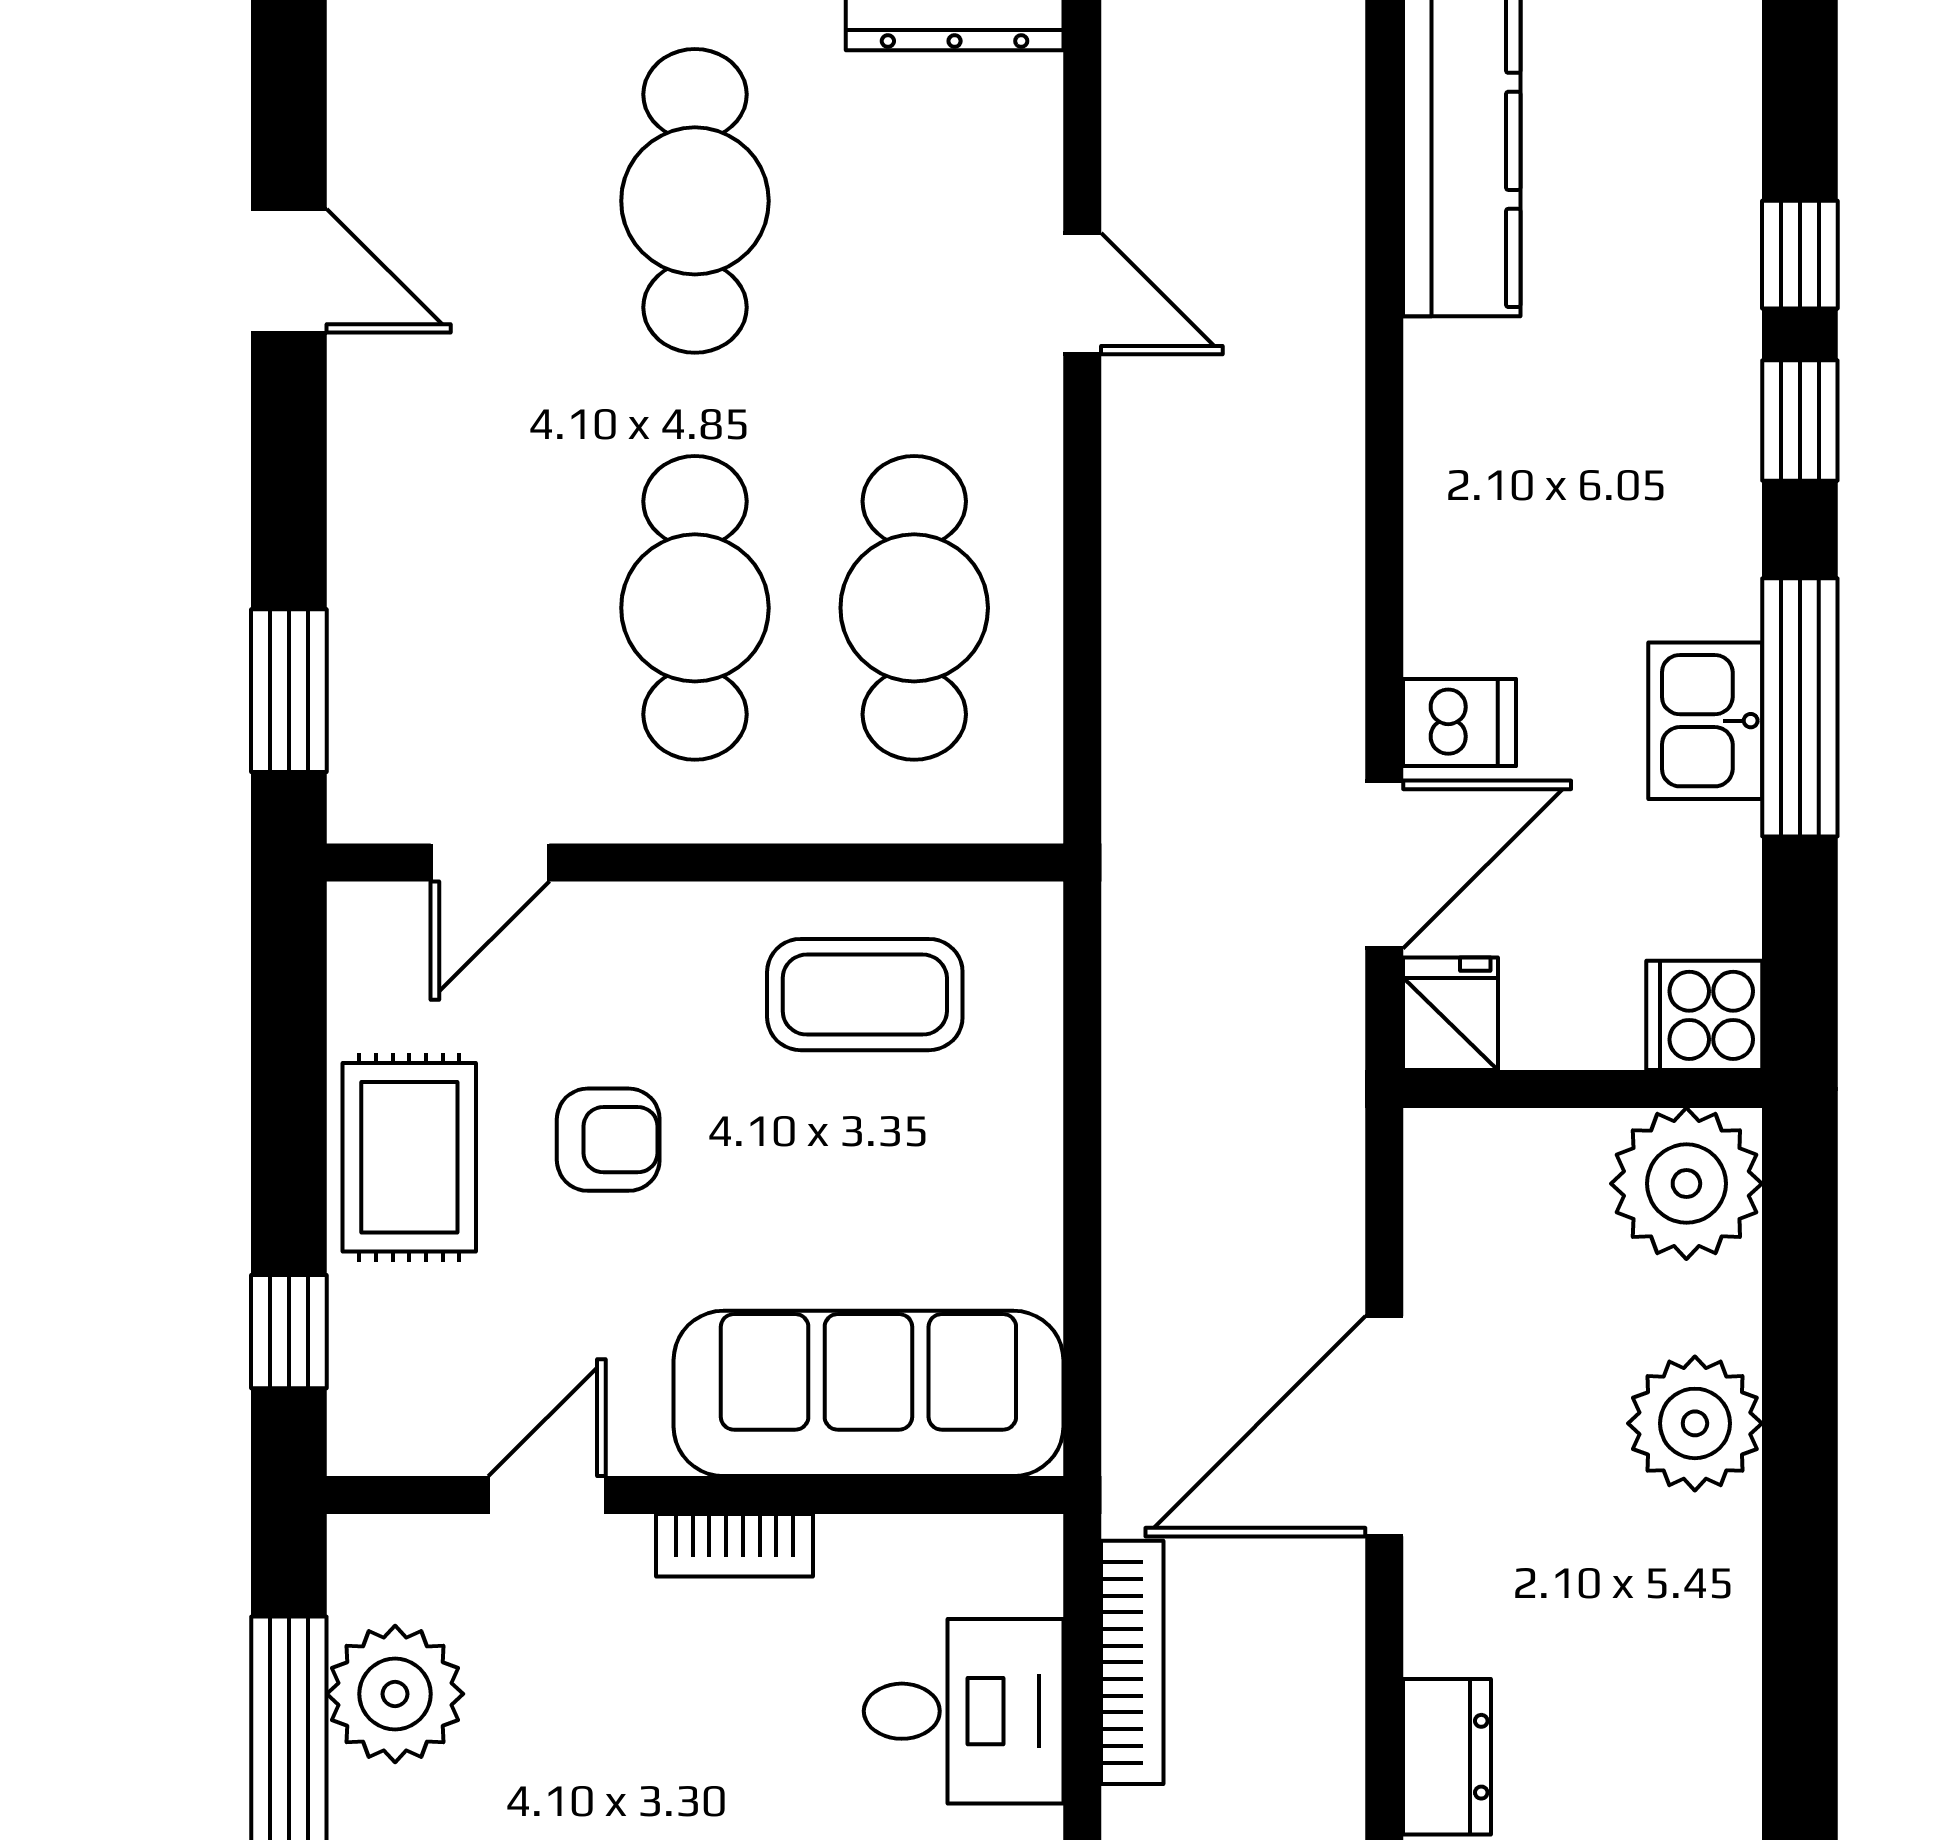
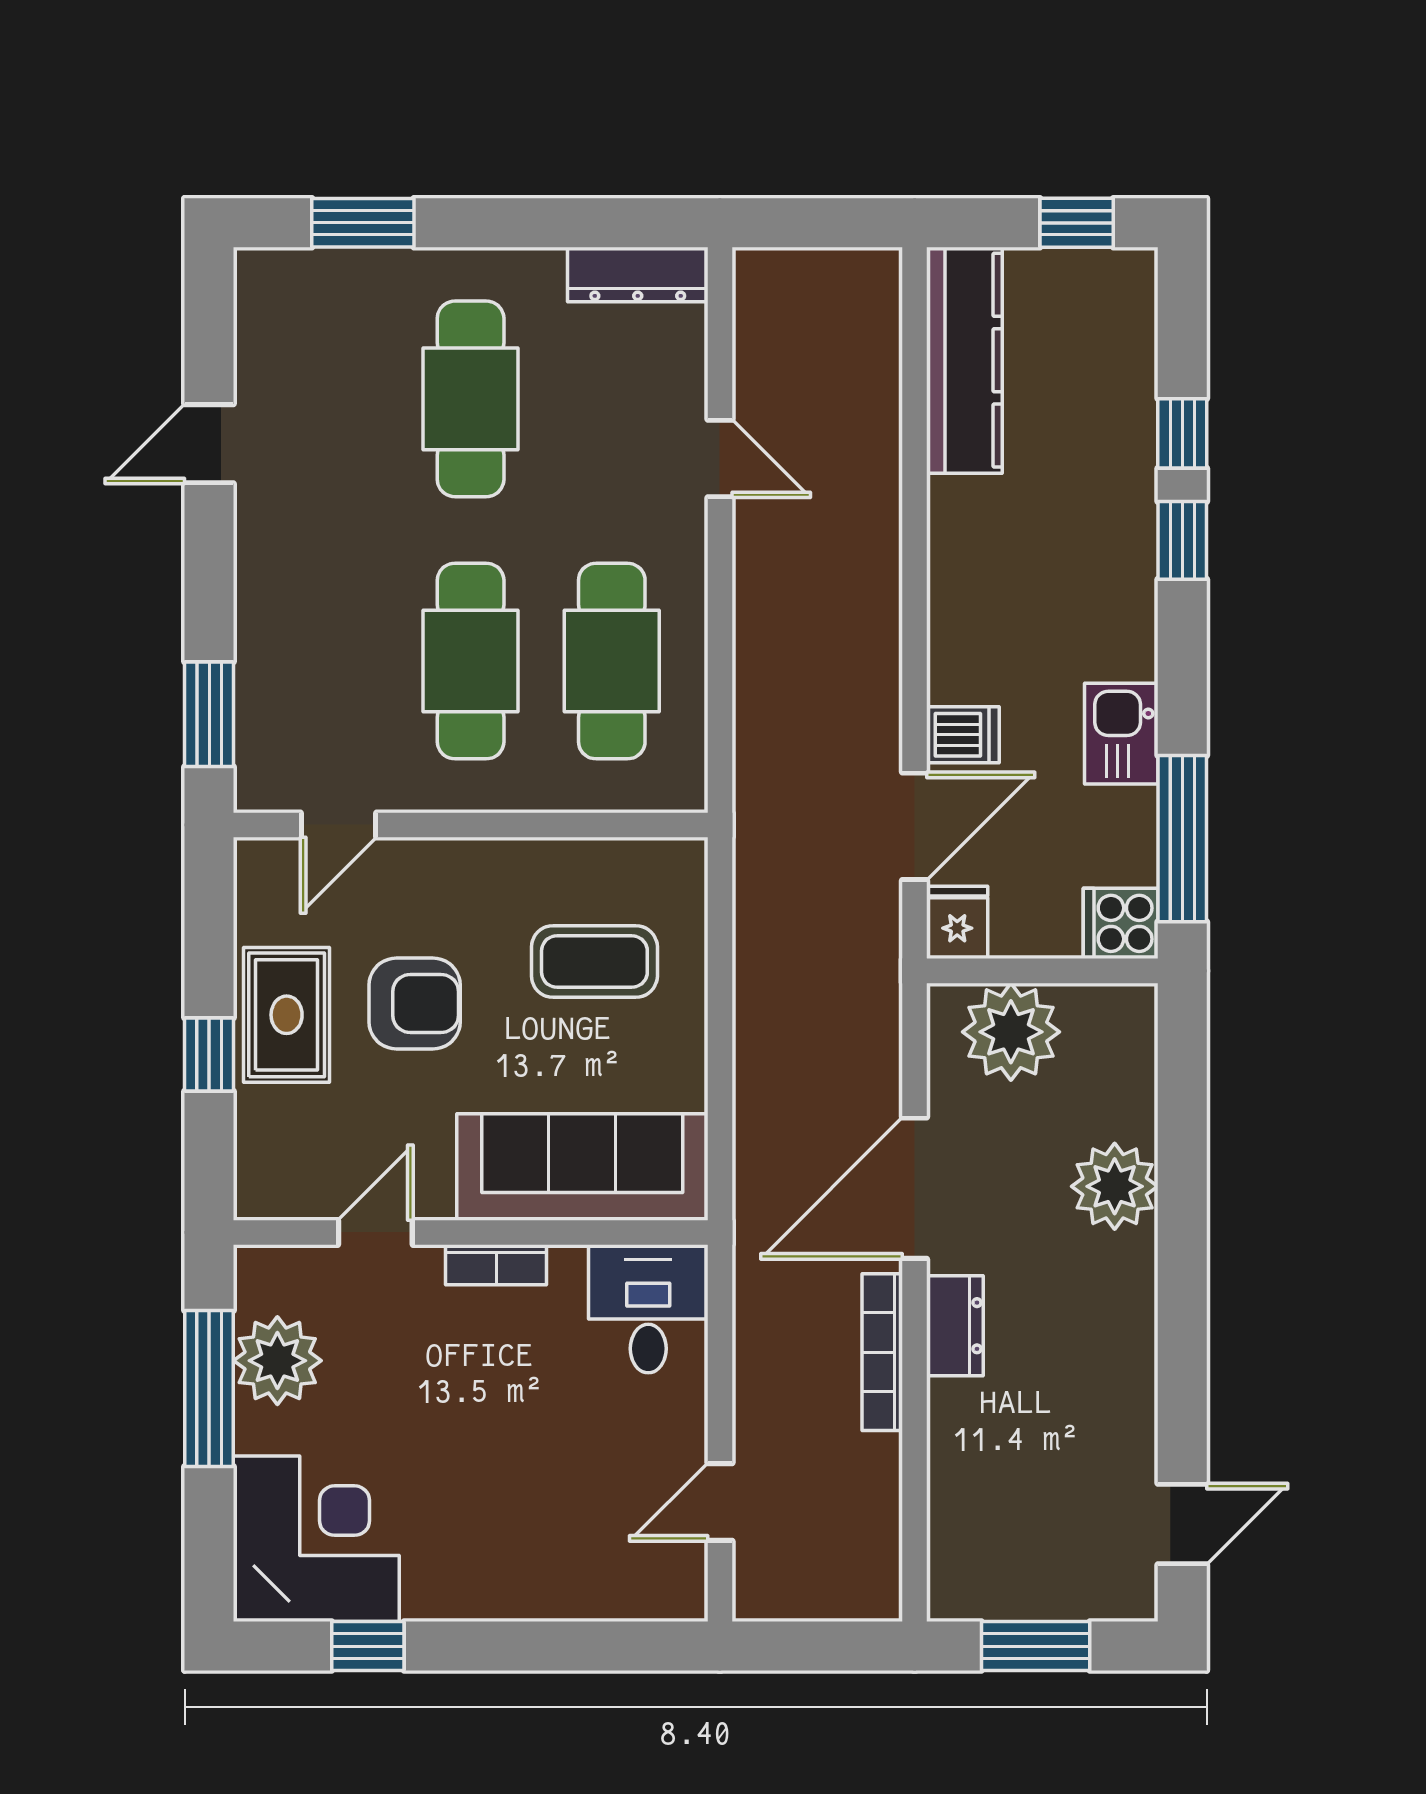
door: (289, 271) -> (209, 444), swing flipped
window: (1800, 707) -> (1182, 839), moved
coffee table: (865, 995) -> (594, 961), moved
armchair: (608, 1140) -> (415, 1004), width x1.38, depth x1.38
plant: (1686, 1184) -> (1011, 1032), moved
window: (289, 1332) -> (209, 1055), moved
bookcase: (1132, 1662) -> (882, 1352), moved, turned 180
desk: (964, 1711) -> (648, 1309), moved, turned -90
dresser: (1447, 1757) -> (955, 1326), moved

